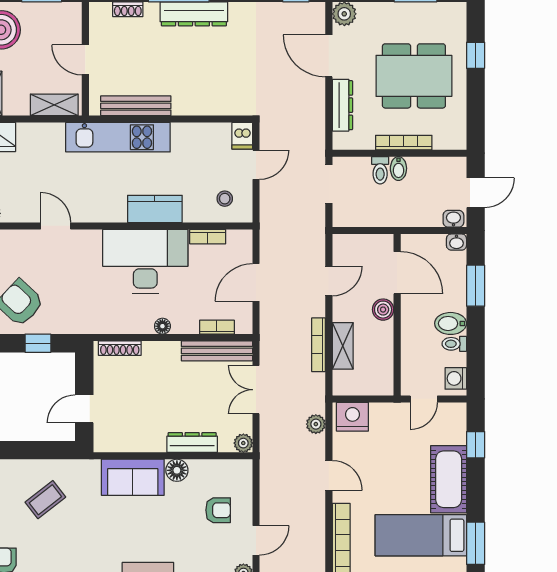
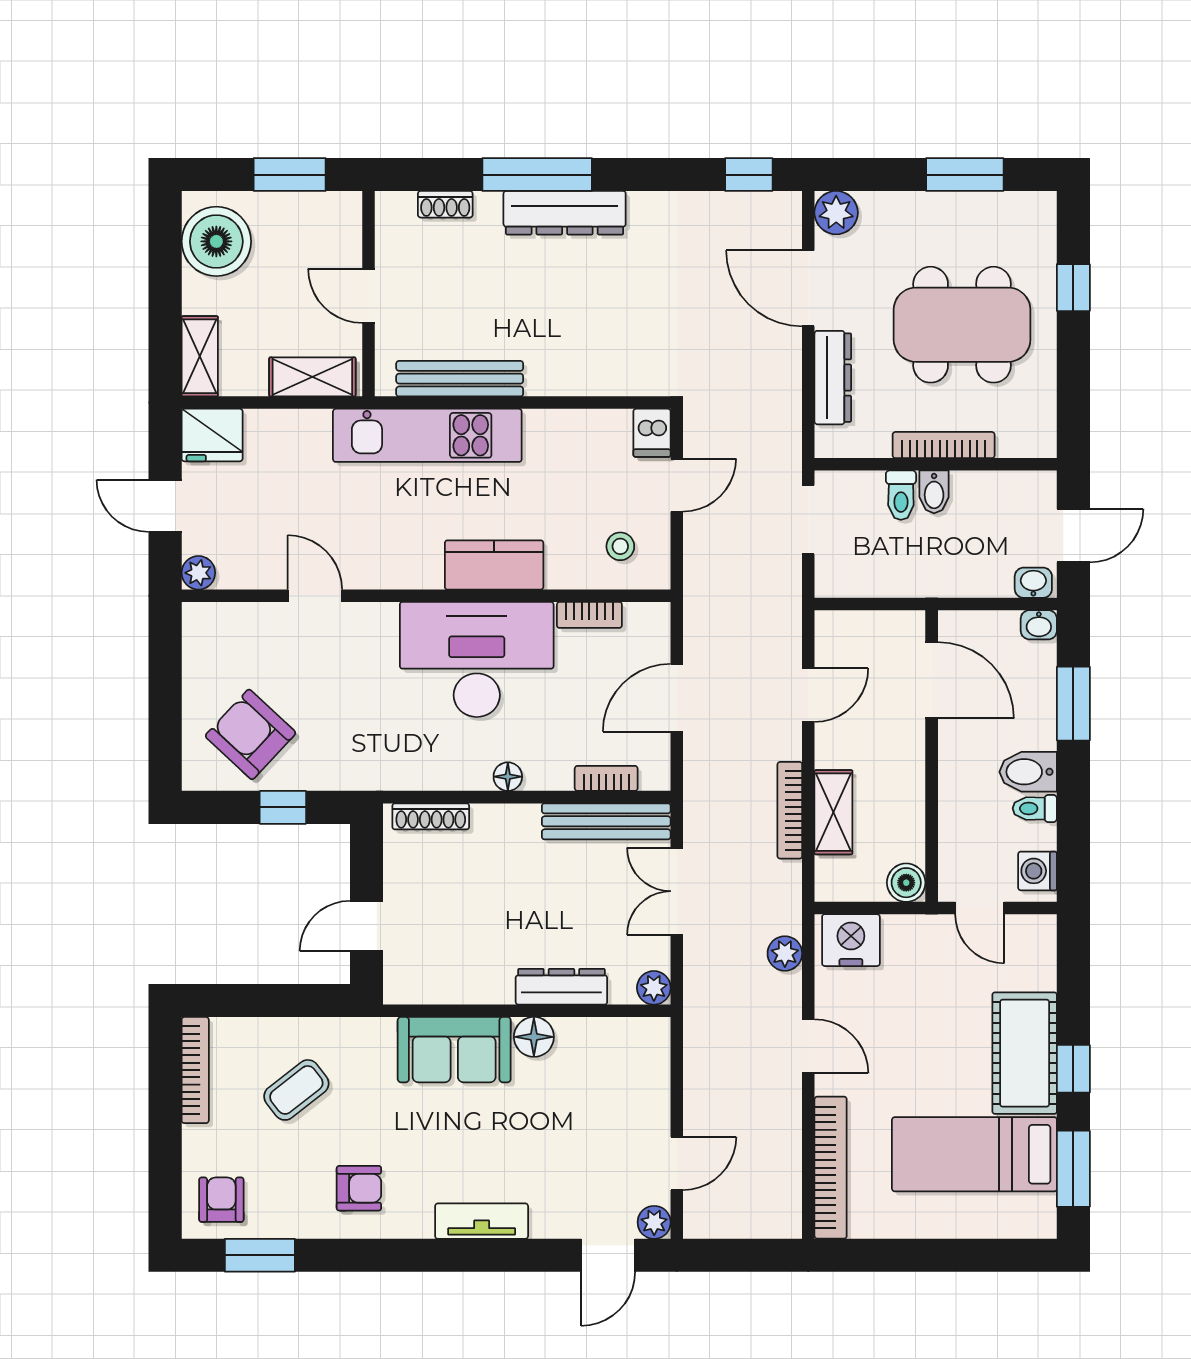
boiler: (383, 310) -> (906, 883), moved
door: (424, 399) -> (980, 908), hinge flipped
window: (476, 445) -> (1073, 1069), moved
armchair: (218, 510) -> (359, 1188), moved

